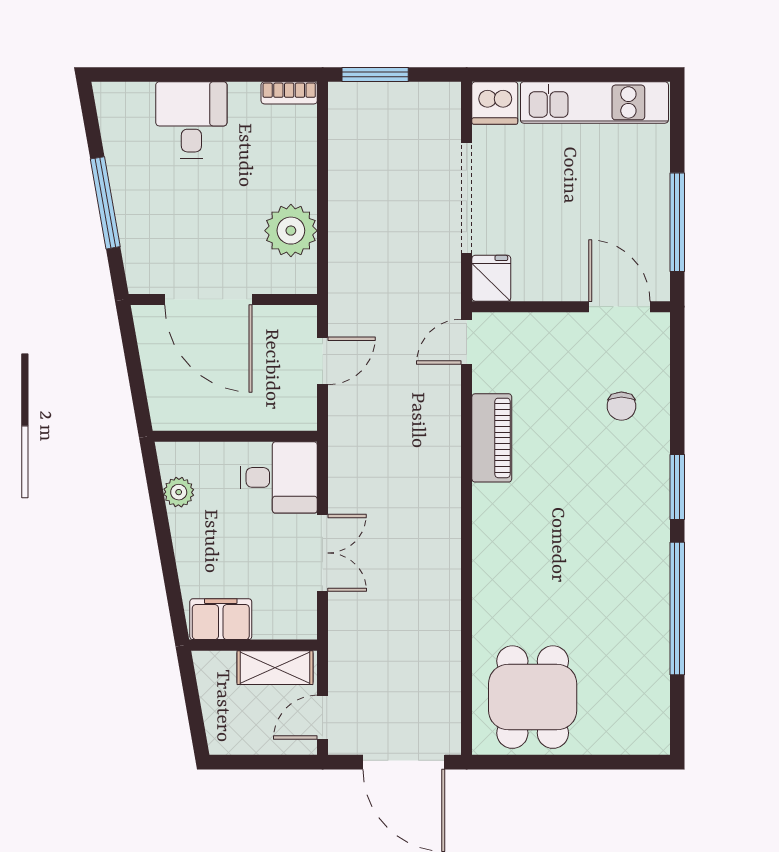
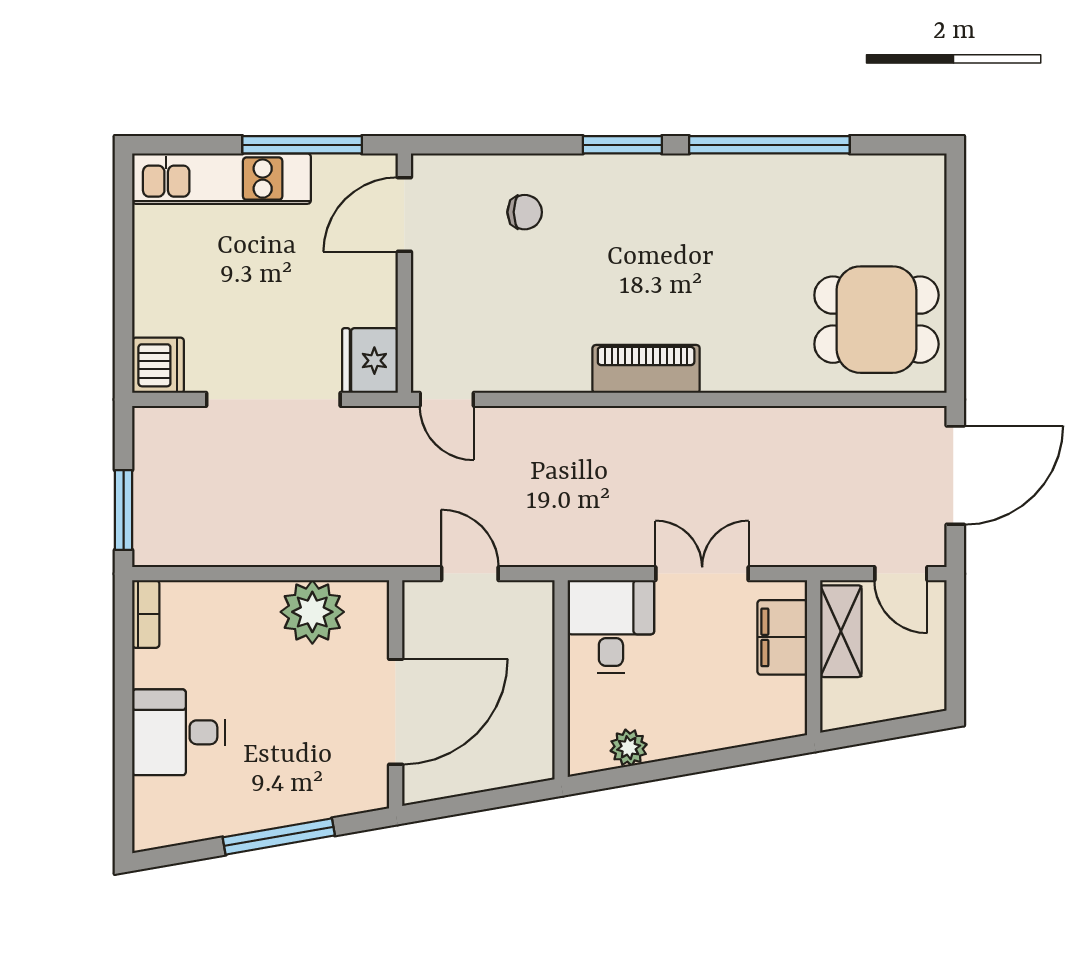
kitchen unit: (594, 102) -> (222, 179), moved, turned 90
fridge: (491, 278) -> (370, 361), width x1.38
piano: (492, 438) -> (646, 369), moved
filing cabinet: (221, 619) -> (782, 637), moved

